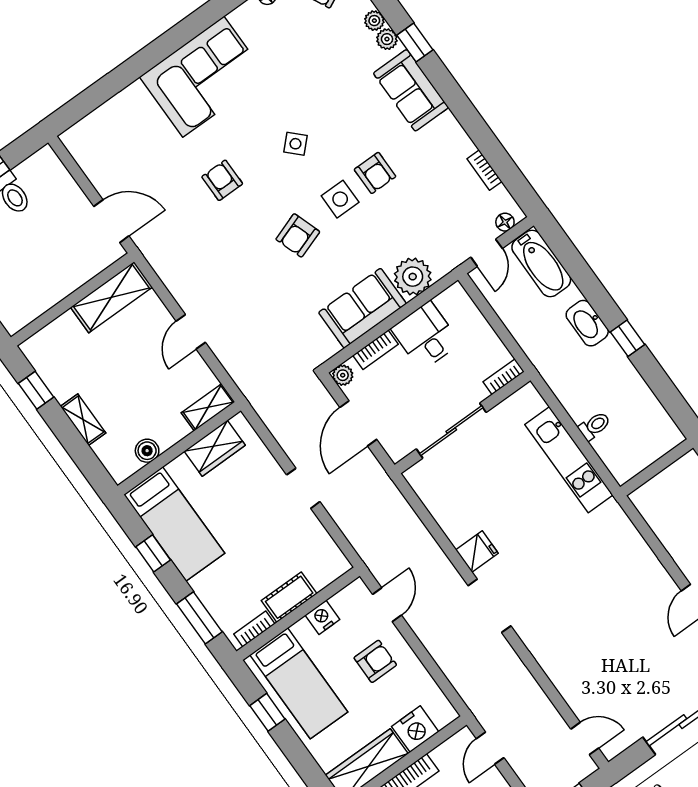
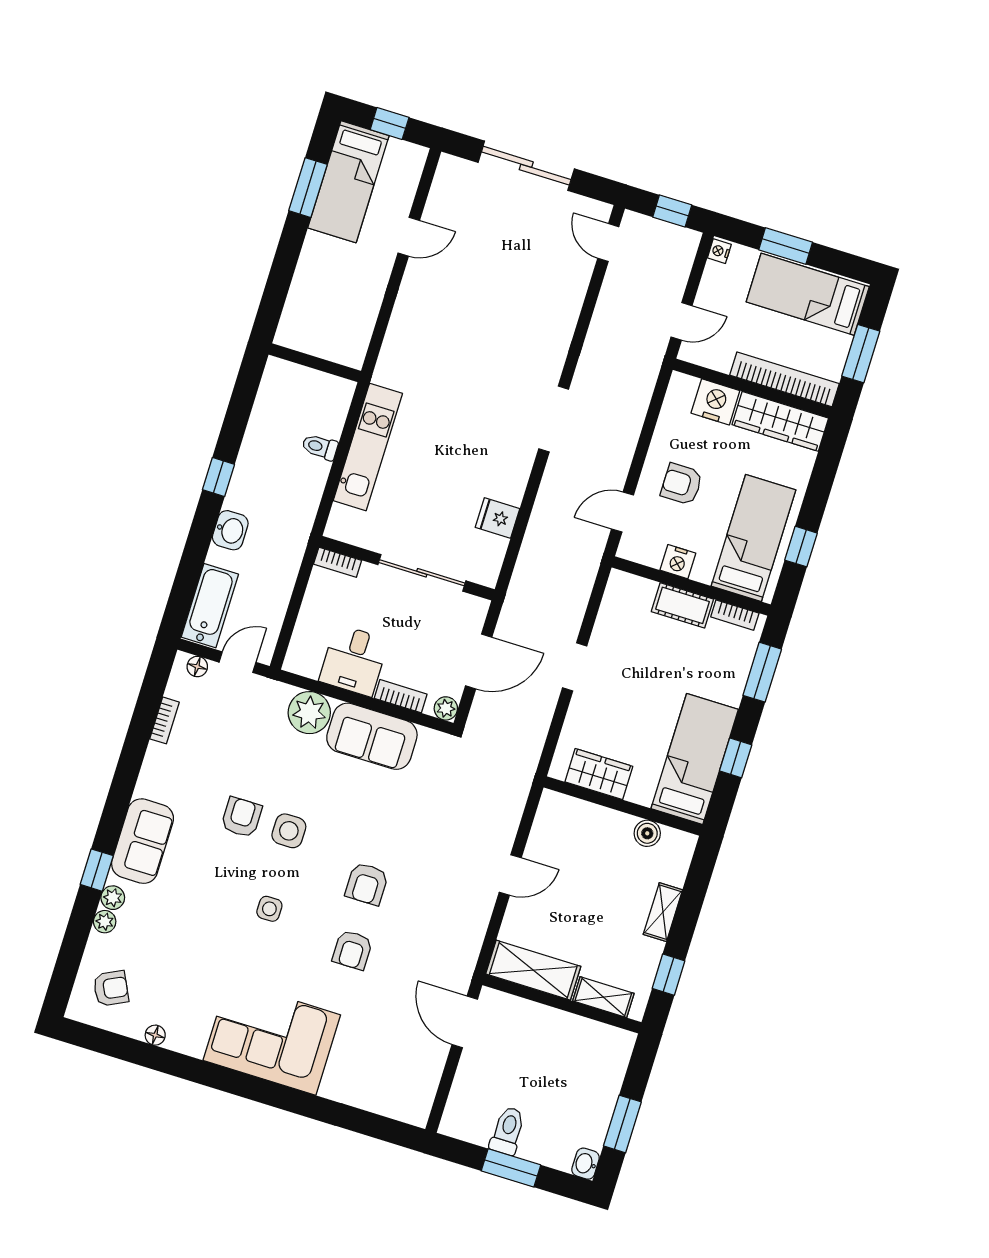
side table: (295, 144) -> (269, 909), turned 45
armchair: (298, 235) -> (367, 884), moved, turned 109
washbasin: (587, 323) -> (230, 530), width x0.72
shelving: (208, 407) -> (603, 997), moved
fridge: (477, 551) -> (497, 518), moved

